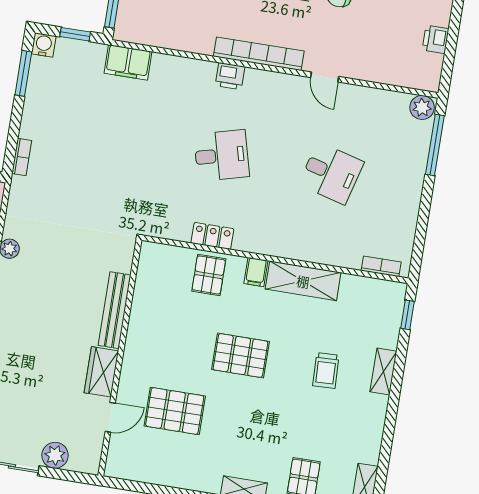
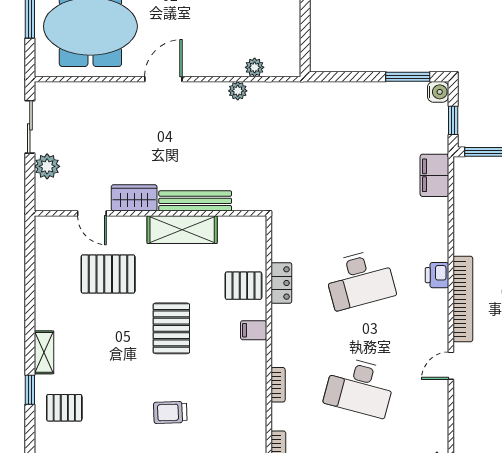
desk: (222, 155) -> (360, 279), width x1.37
bookcase: (22, 157) -> (278, 385), moved, turned -90
desk: (331, 173) -> (360, 387), width x1.37
shelving: (303, 281) -> (182, 230), moved, turned 90
pallet: (175, 411) -> (108, 274), turned 90

